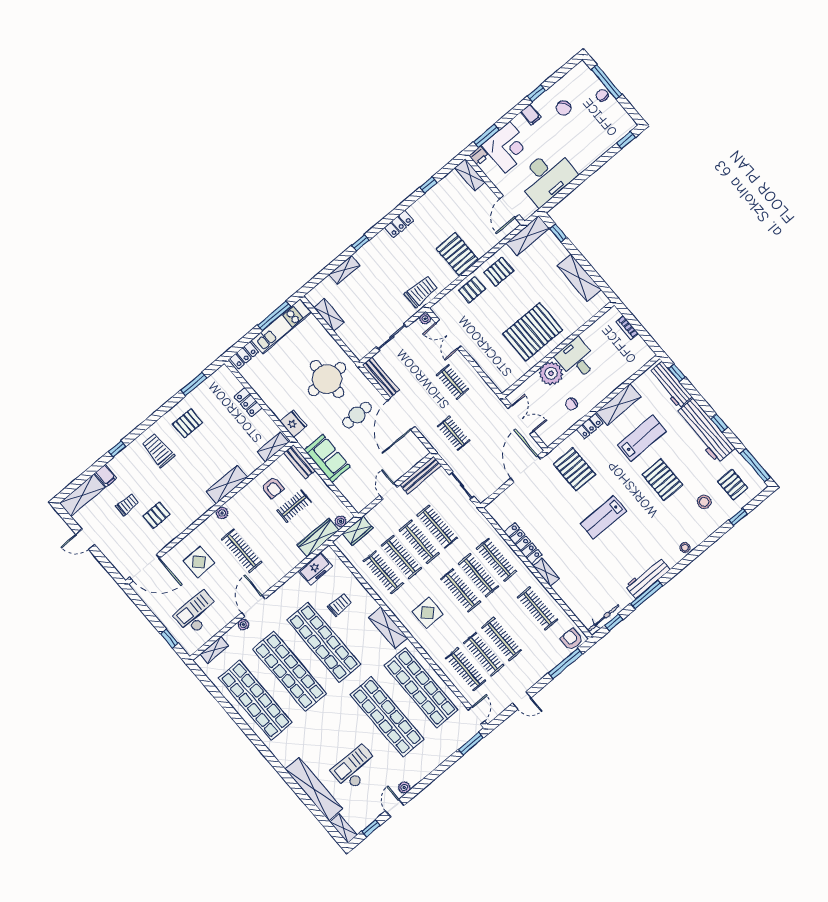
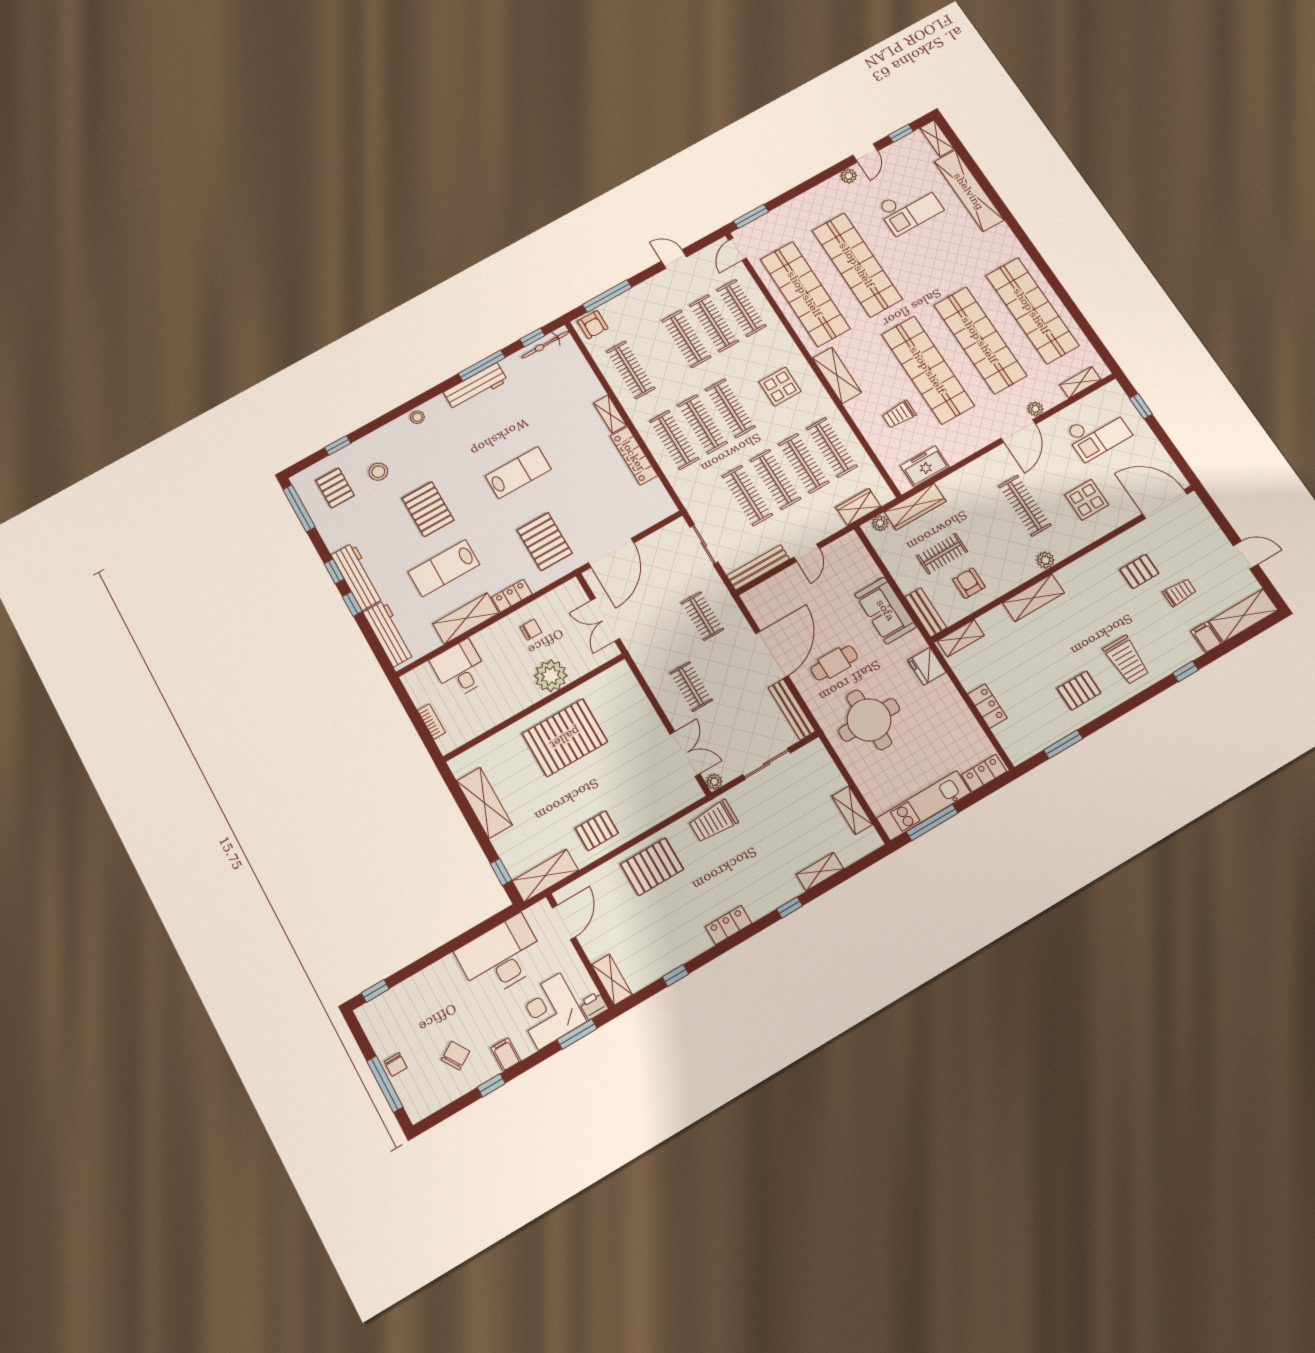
pallet: (457, 254) -> (652, 867), turned 90
pallet: (472, 290) -> (640, 812), removed
desk: (577, 359) -> (460, 669), moved, turned 180
window: (677, 373) -> (352, 604), moved
workbench: (705, 431) -> (358, 577), width x0.73, depth x0.76
trolley: (127, 505) -> (1180, 592), turned 180

